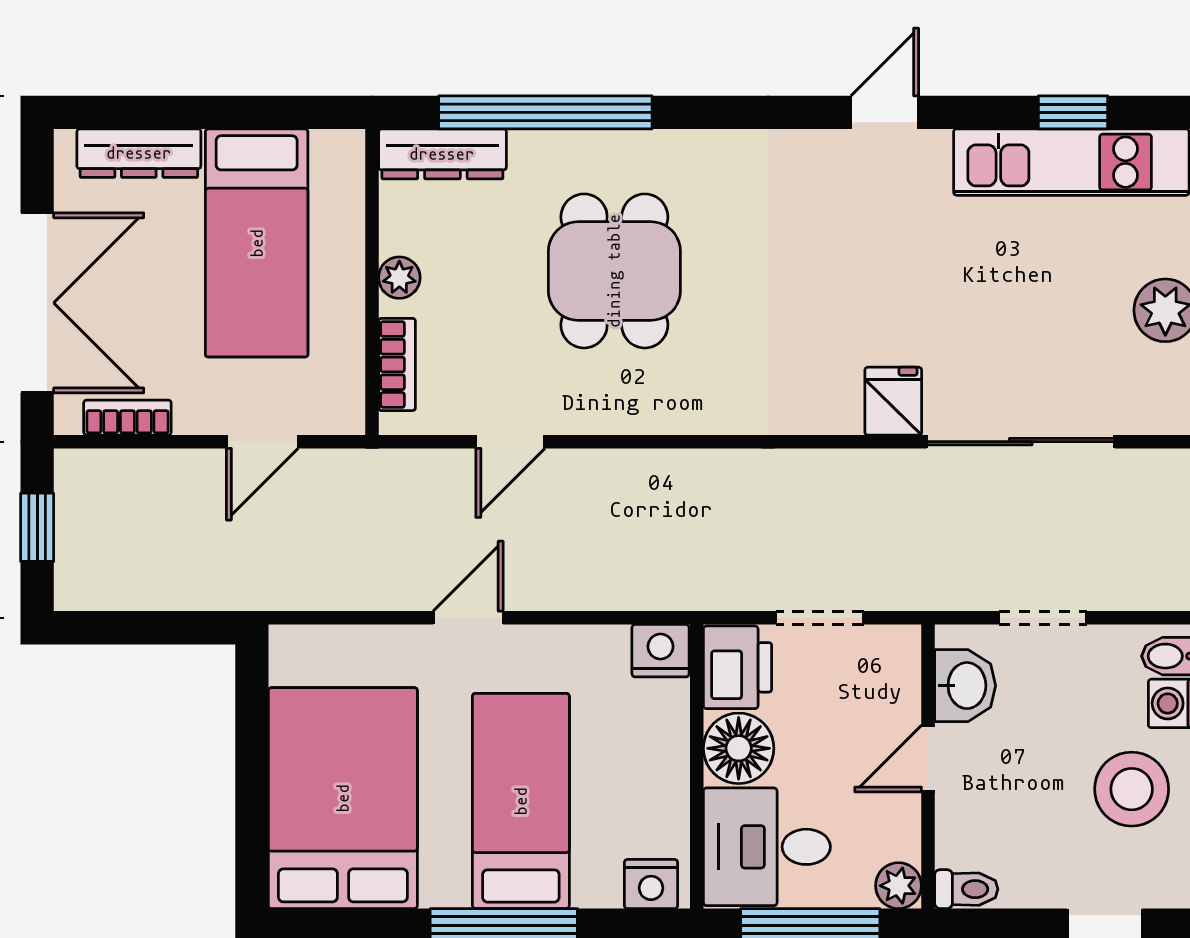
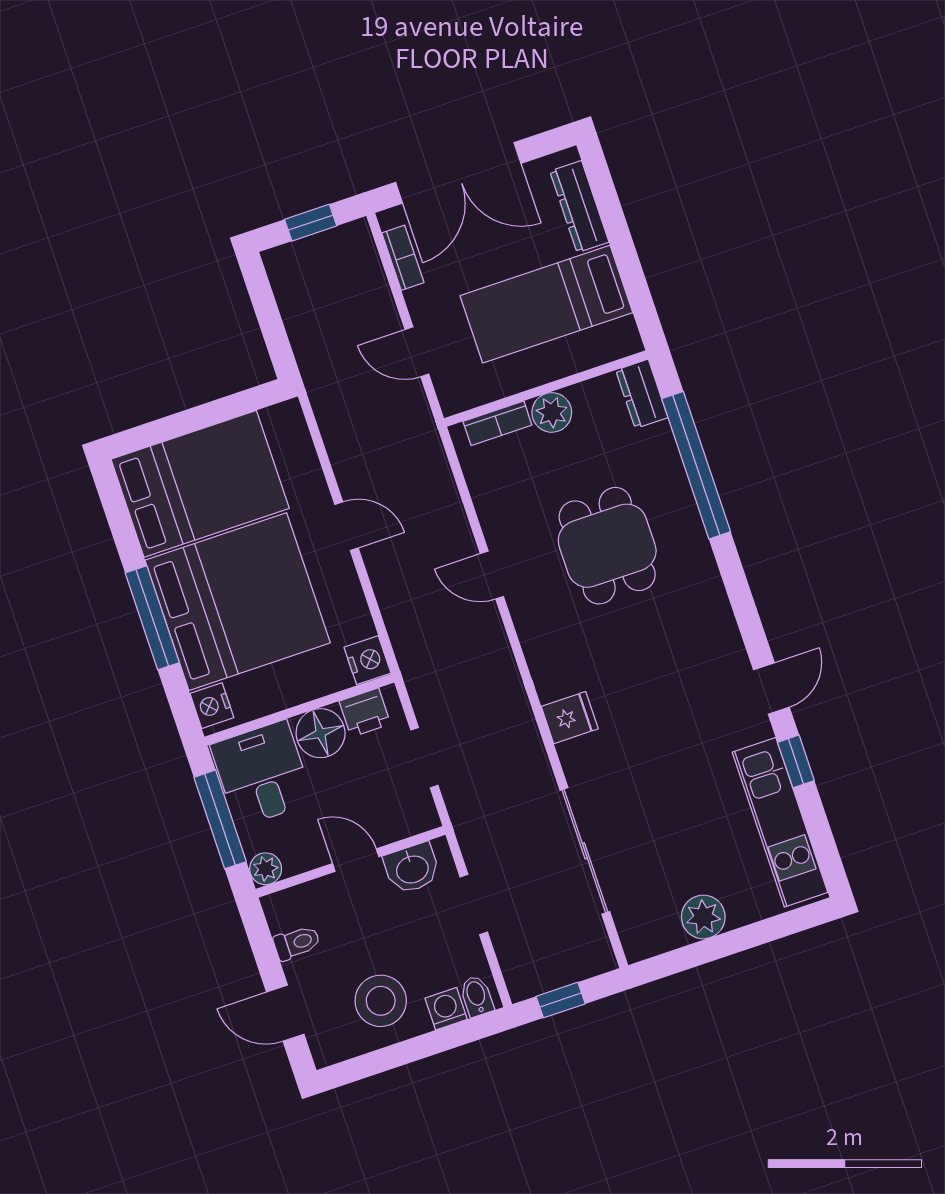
door: (885, 112) -> (771, 688), hinge flipped
window: (1073, 112) -> (796, 761), moved
dresser: (442, 154) -> (642, 394), width x0.70
dining table: (614, 271) -> (607, 546), turned 90
plant: (399, 278) -> (552, 412), width x1.38, depth x1.38
fridge: (893, 401) -> (570, 718), moved
door: (510, 442) -> (492, 575), moved
printer: (738, 667) -> (365, 713), width x0.73, depth x0.81
bed: (521, 801) -> (238, 602), width x2.04
toilet: (966, 889) -> (297, 943), moved, turned -90

